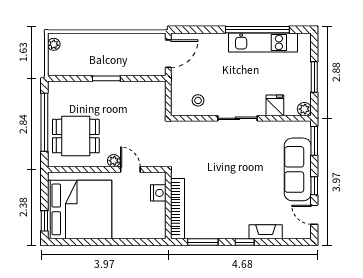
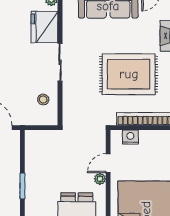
fridge: (275, 105) -> (44, 27), width x1.88, depth x1.34
rug: (225, 191) -> (129, 74), added

